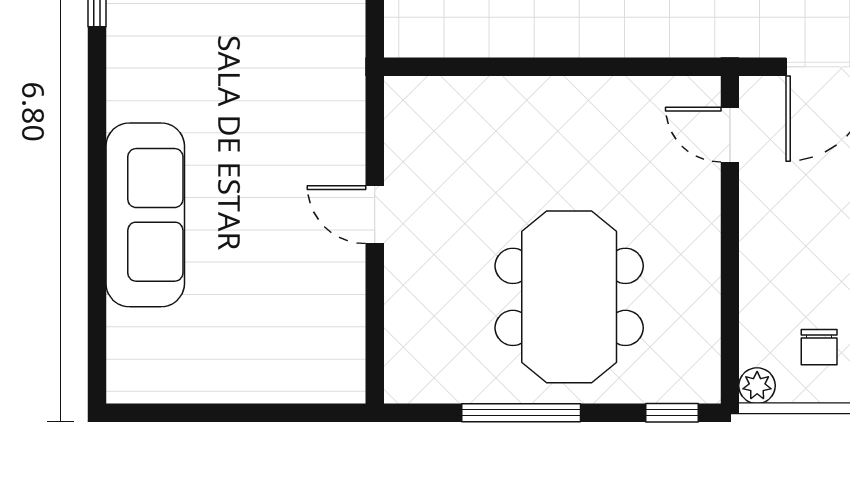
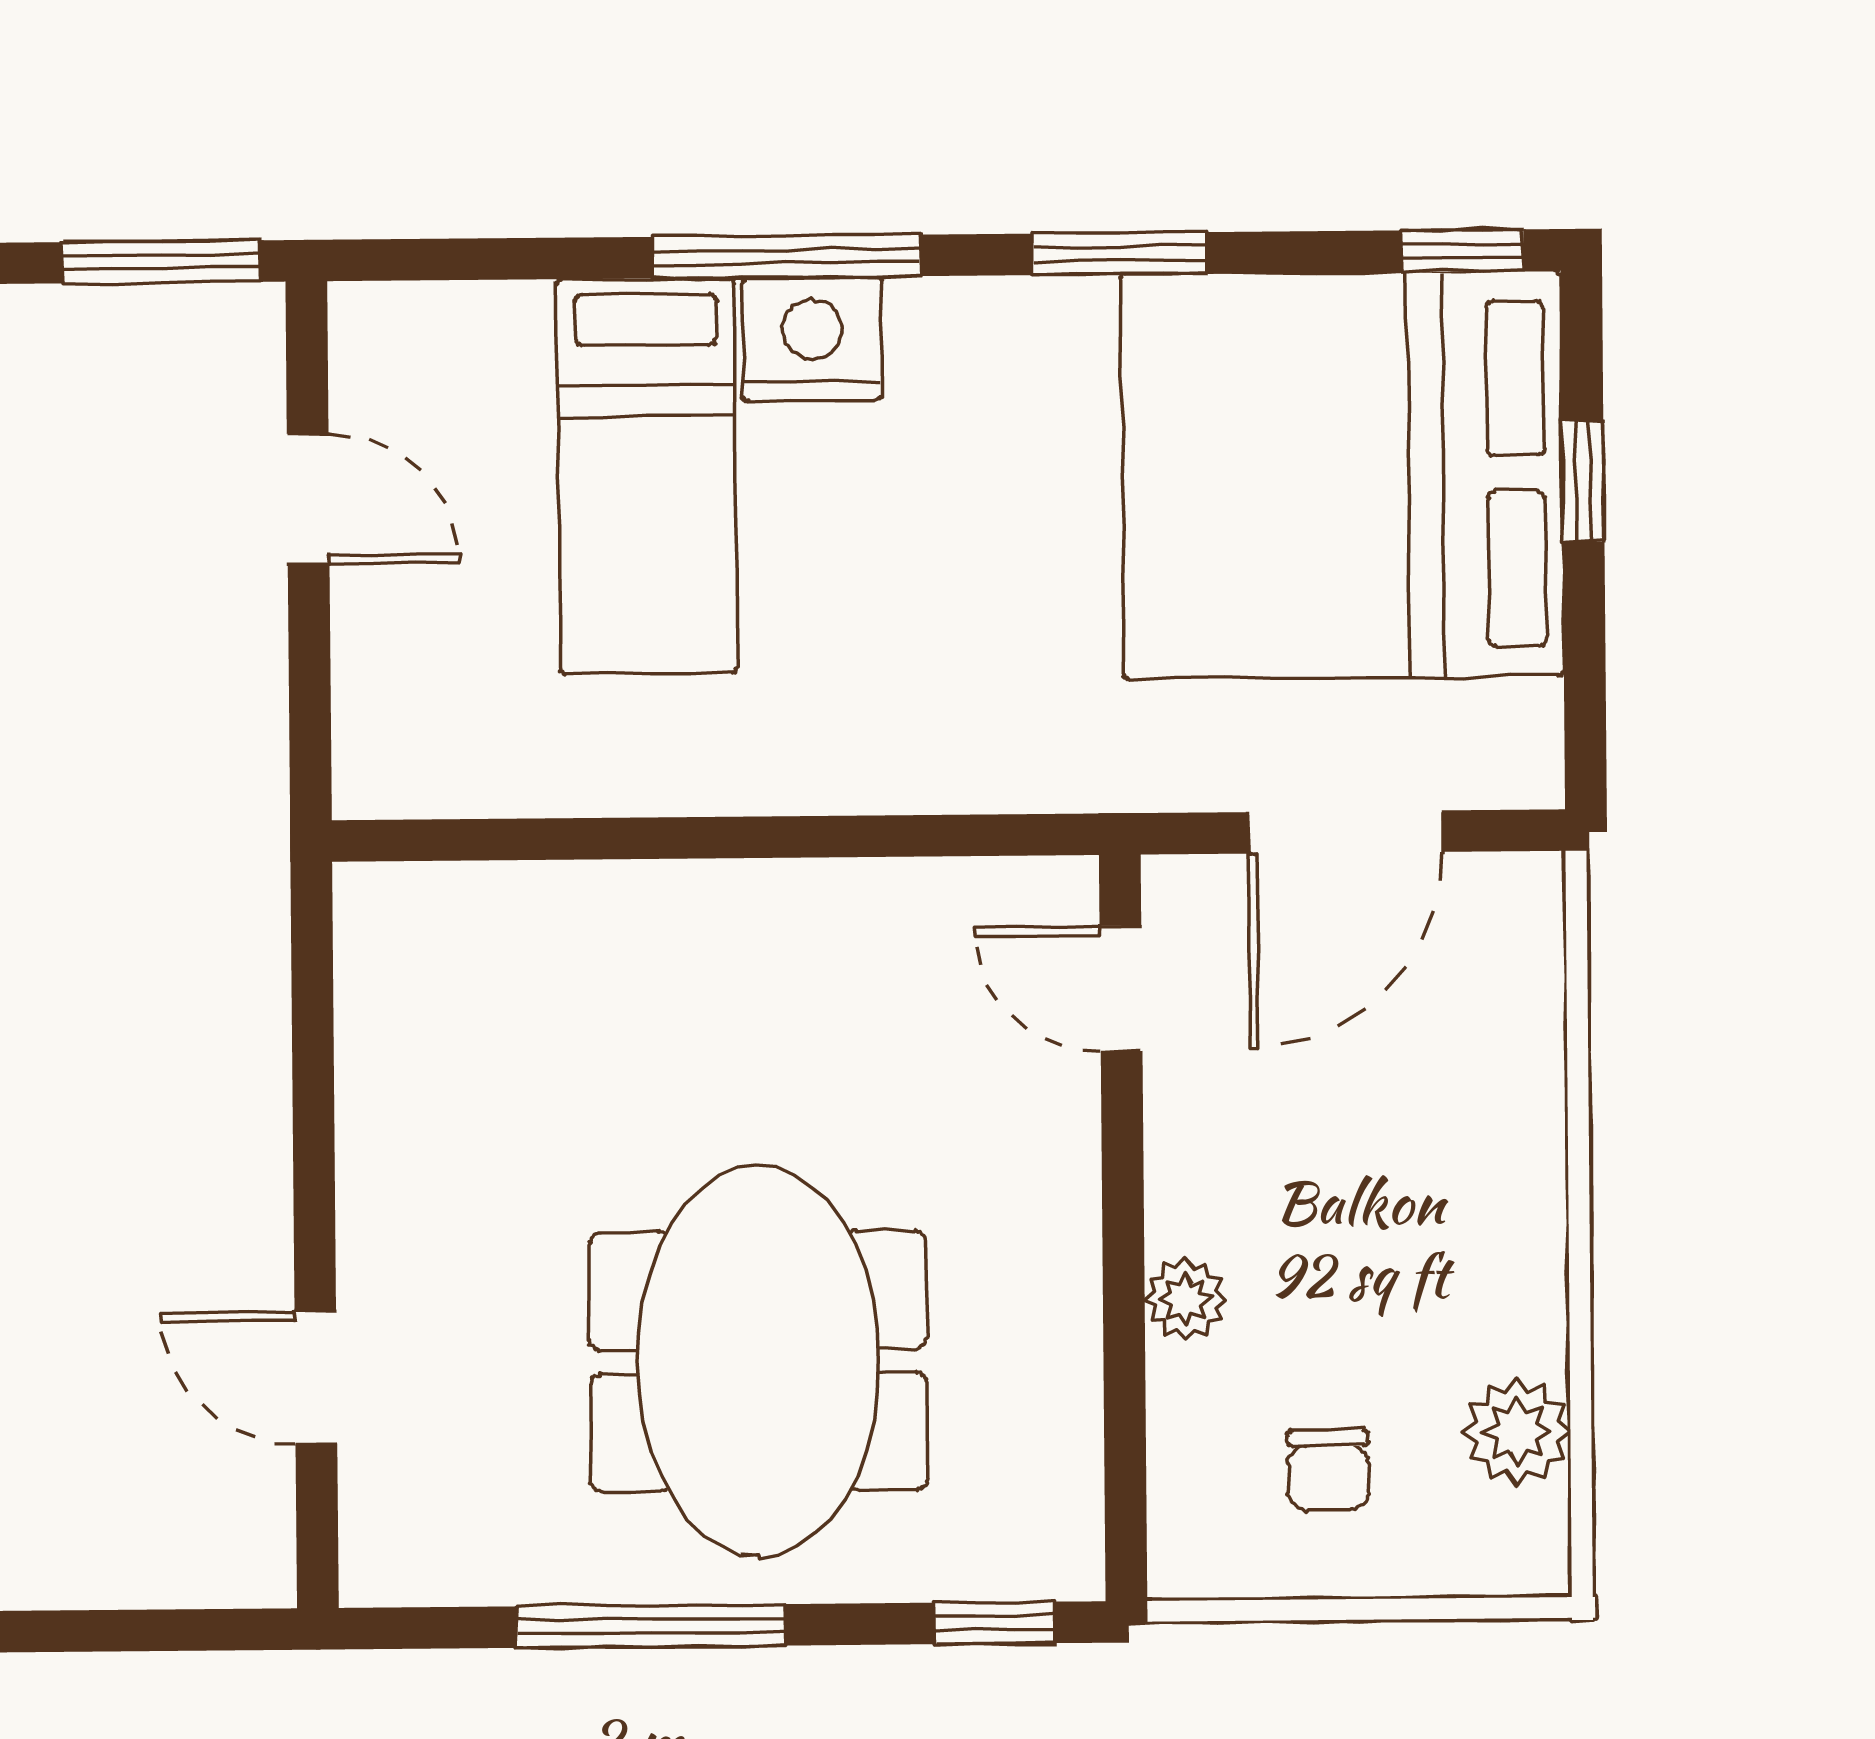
door: (375, 215) -> (316, 1378), moved
plant: (757, 386) -> (1185, 1299), moved

